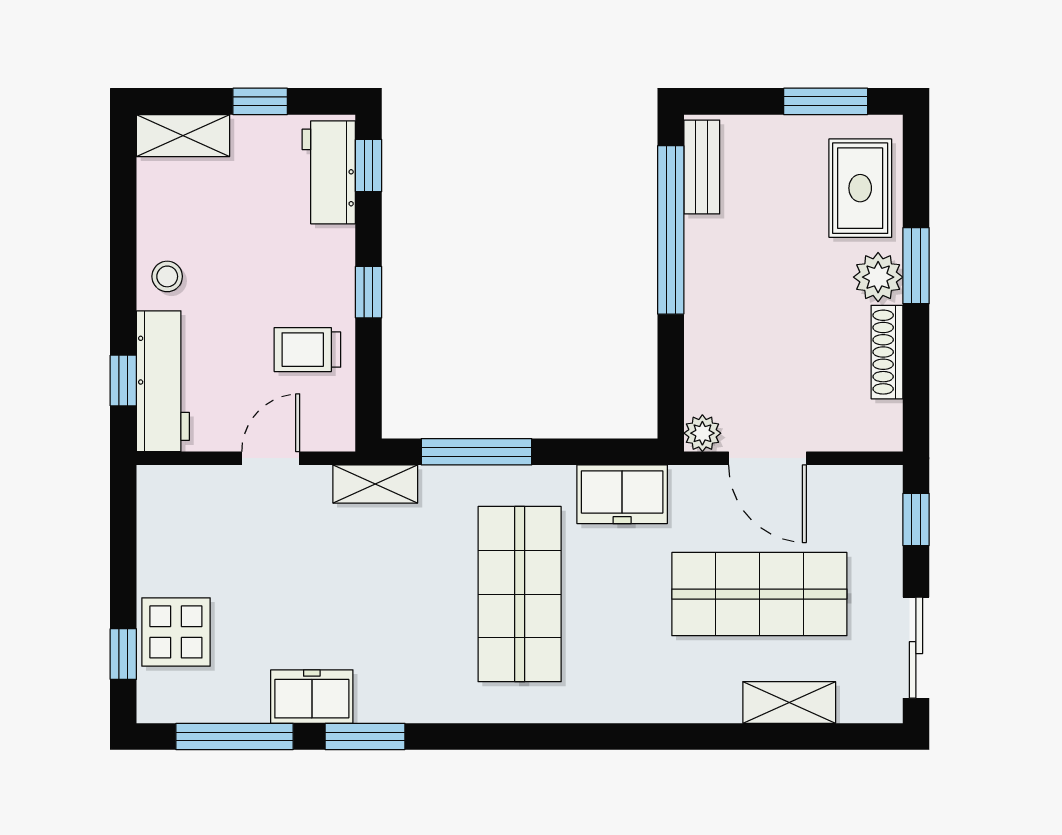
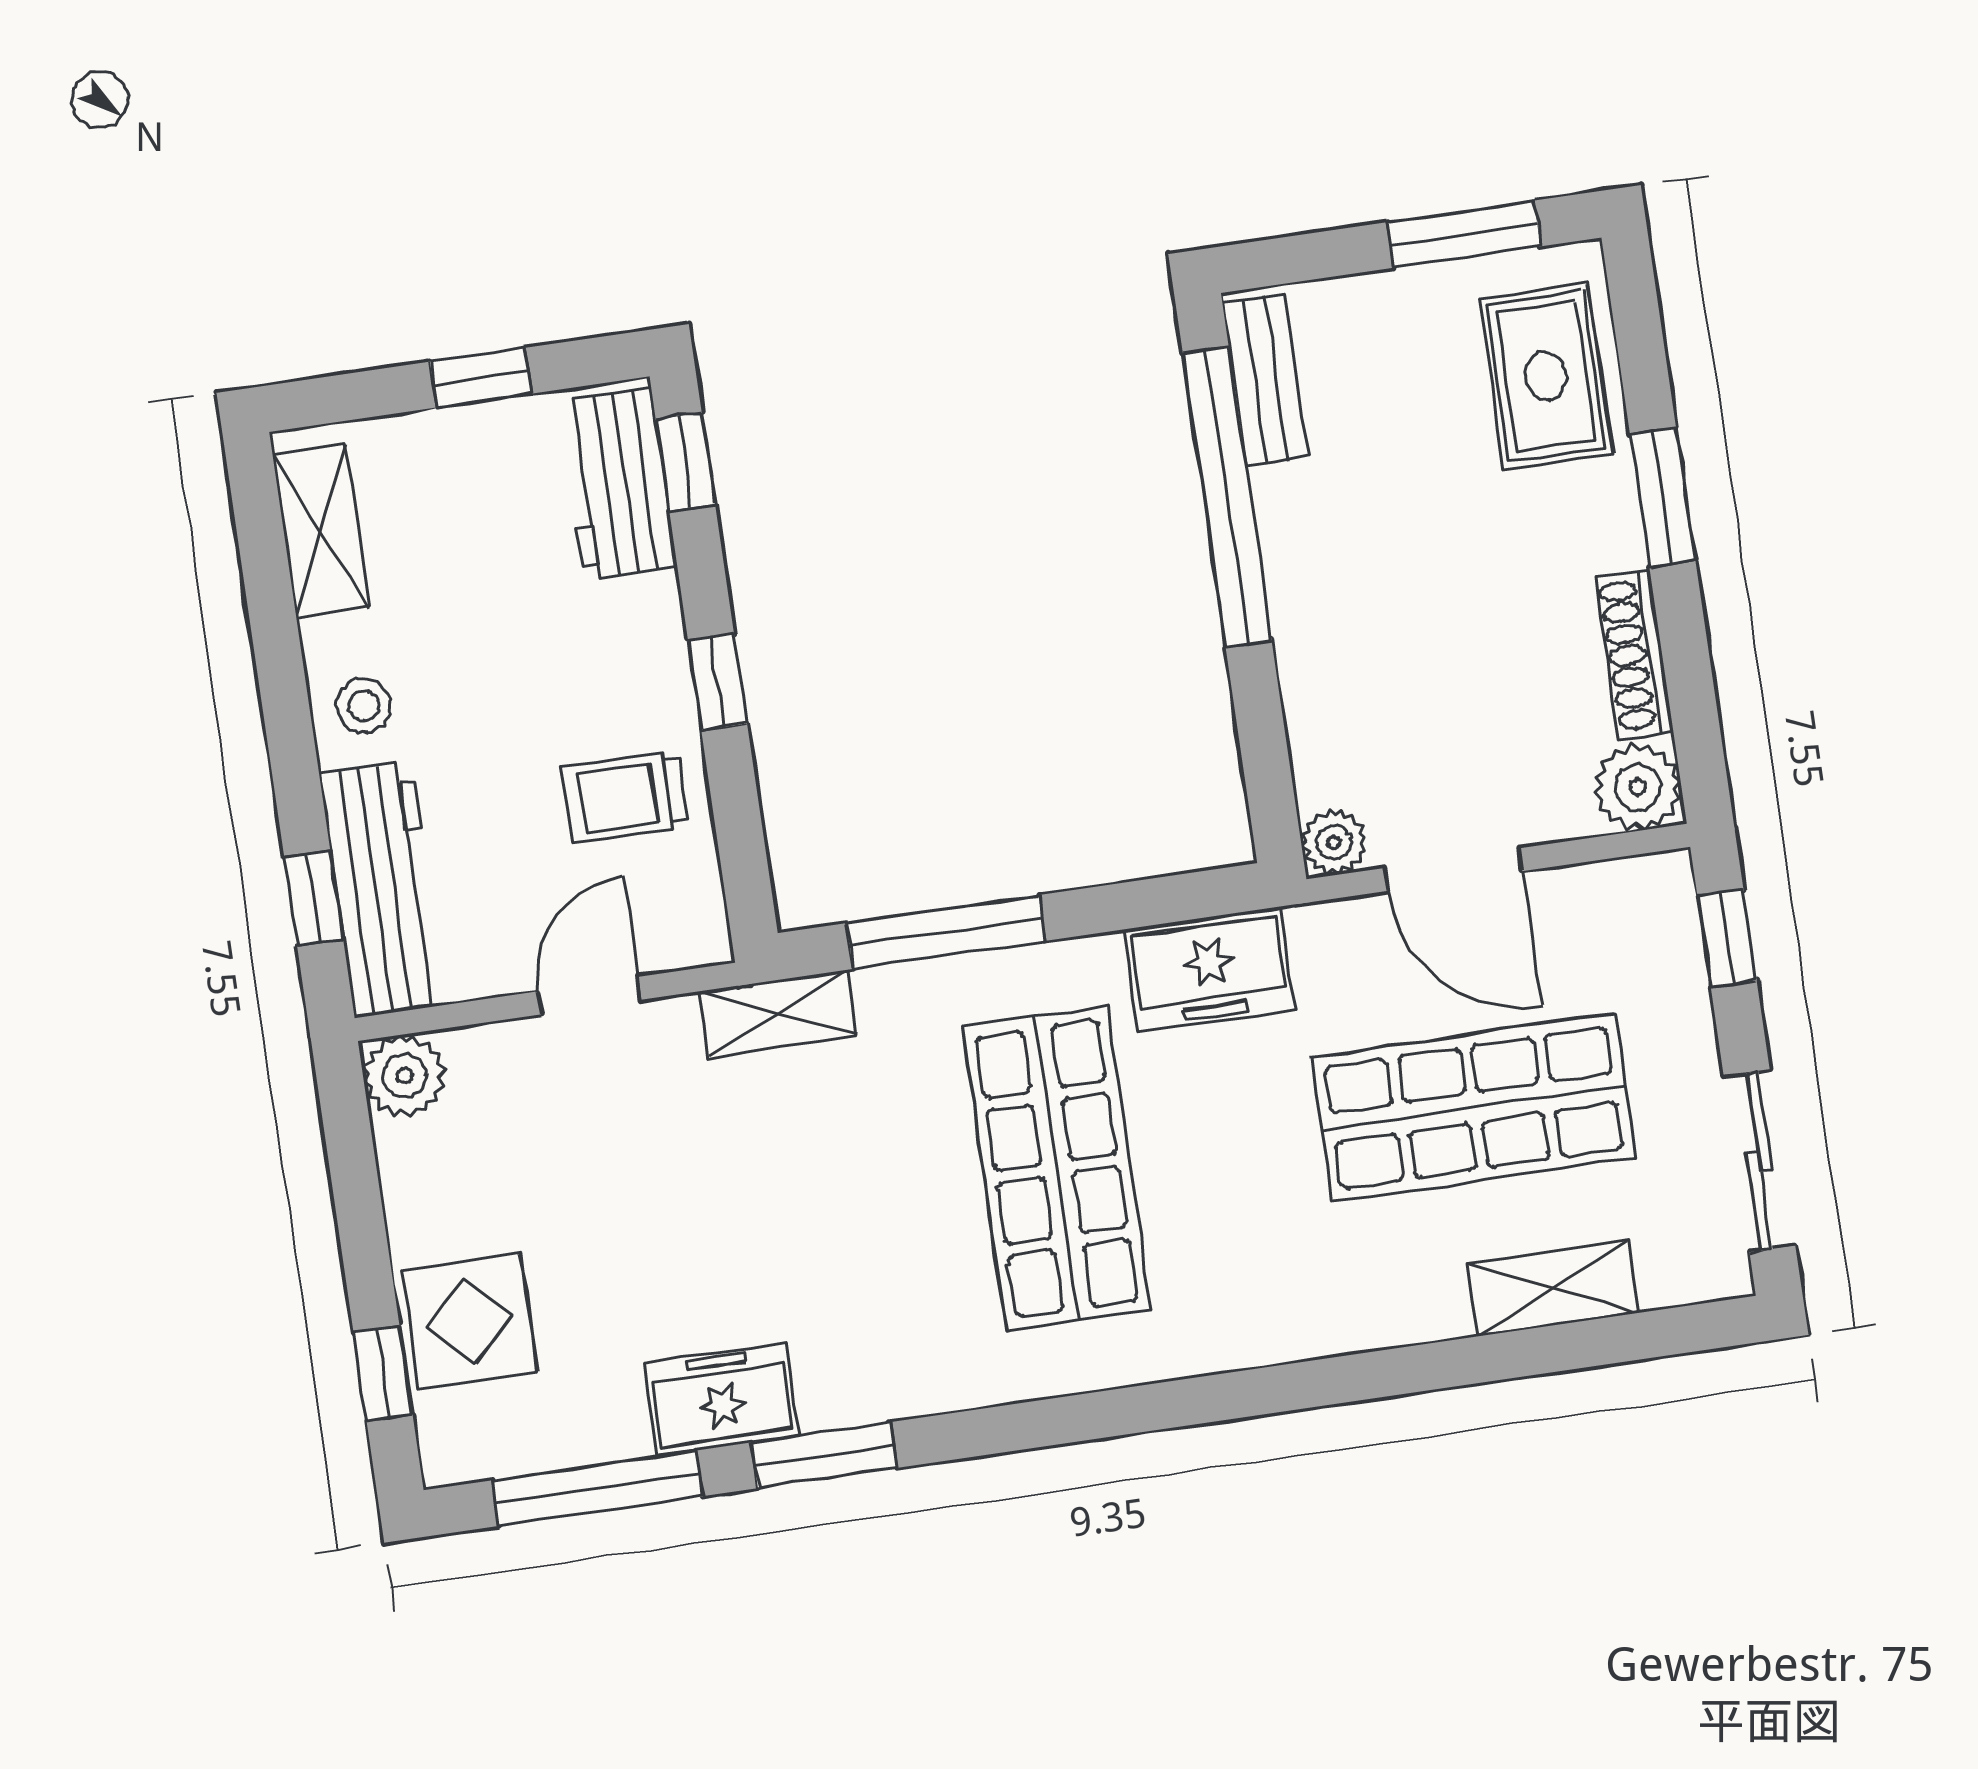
shelving: (183, 136) -> (321, 531), moved, turned 90
plant: (878, 277) -> (1638, 787), moved
plant: (160, 488) -> (404, 1076), added

